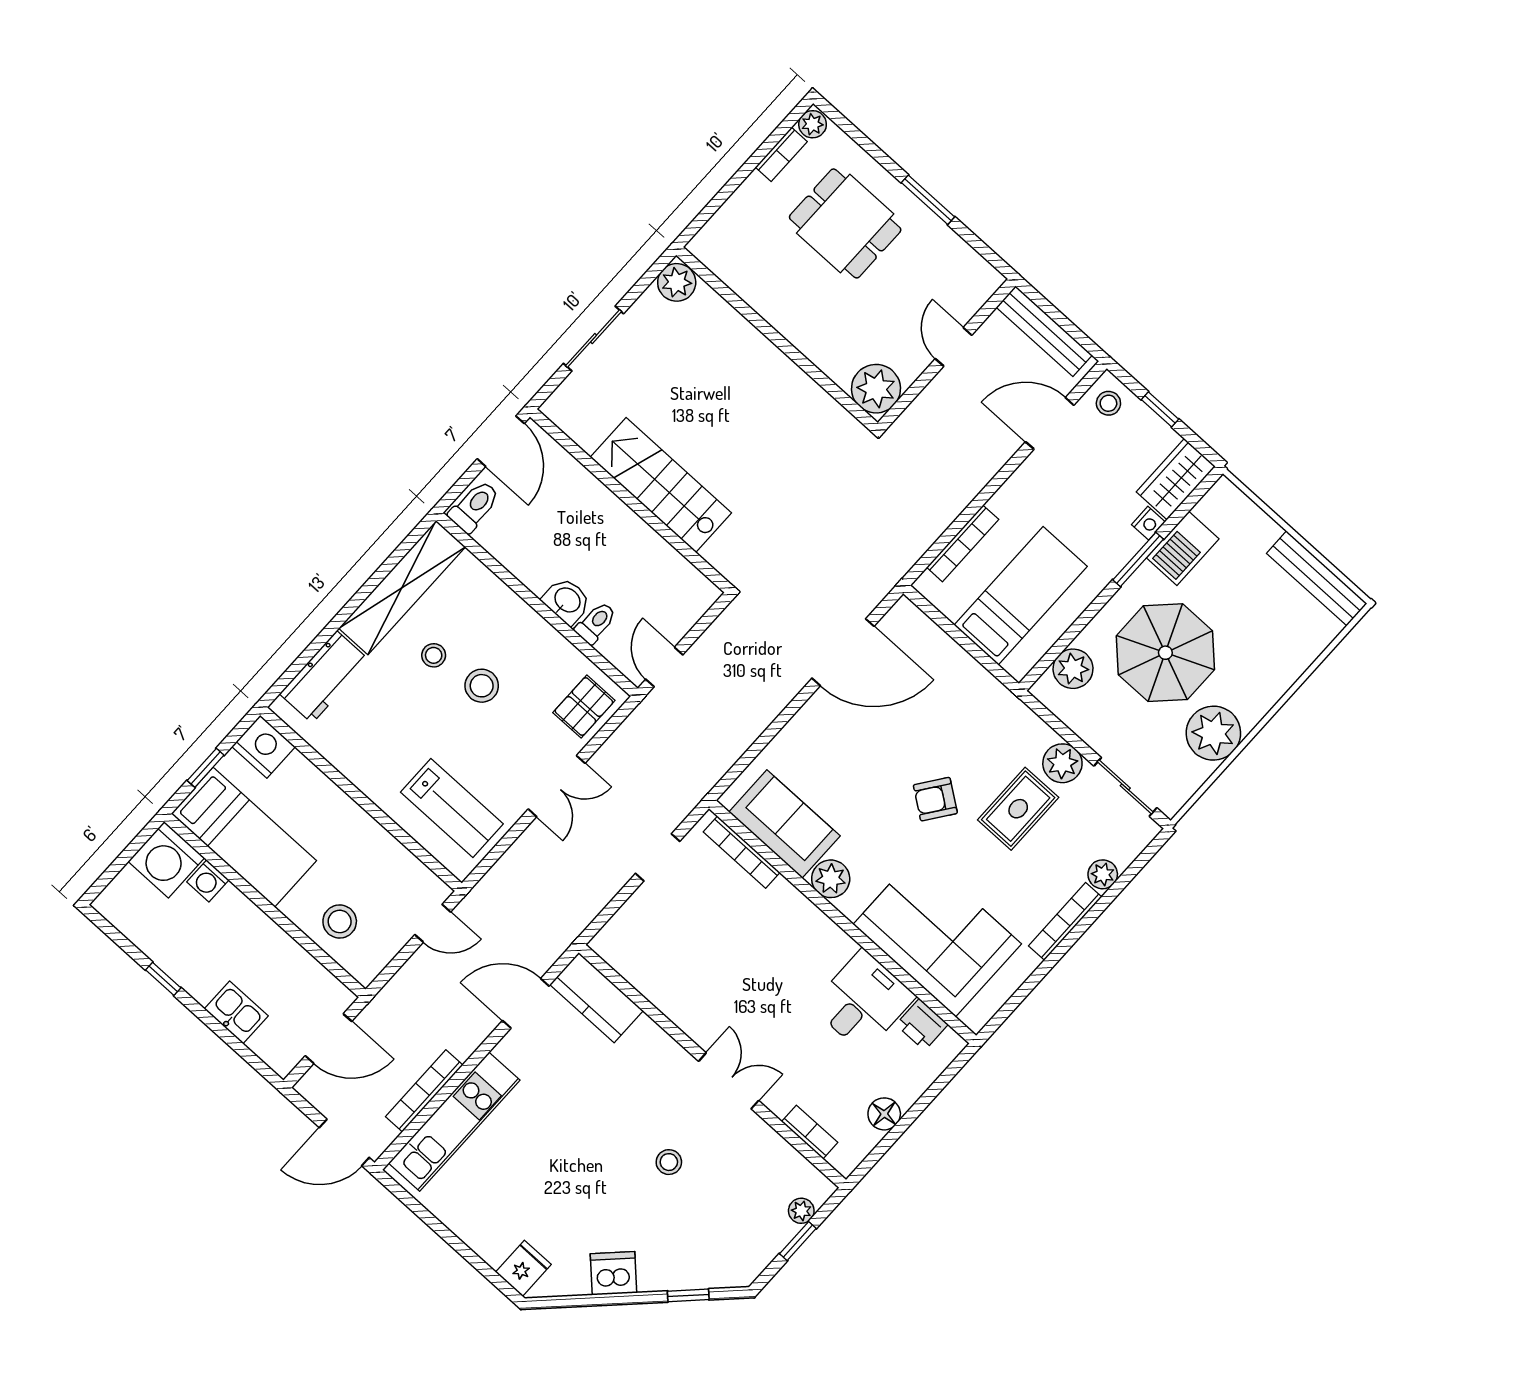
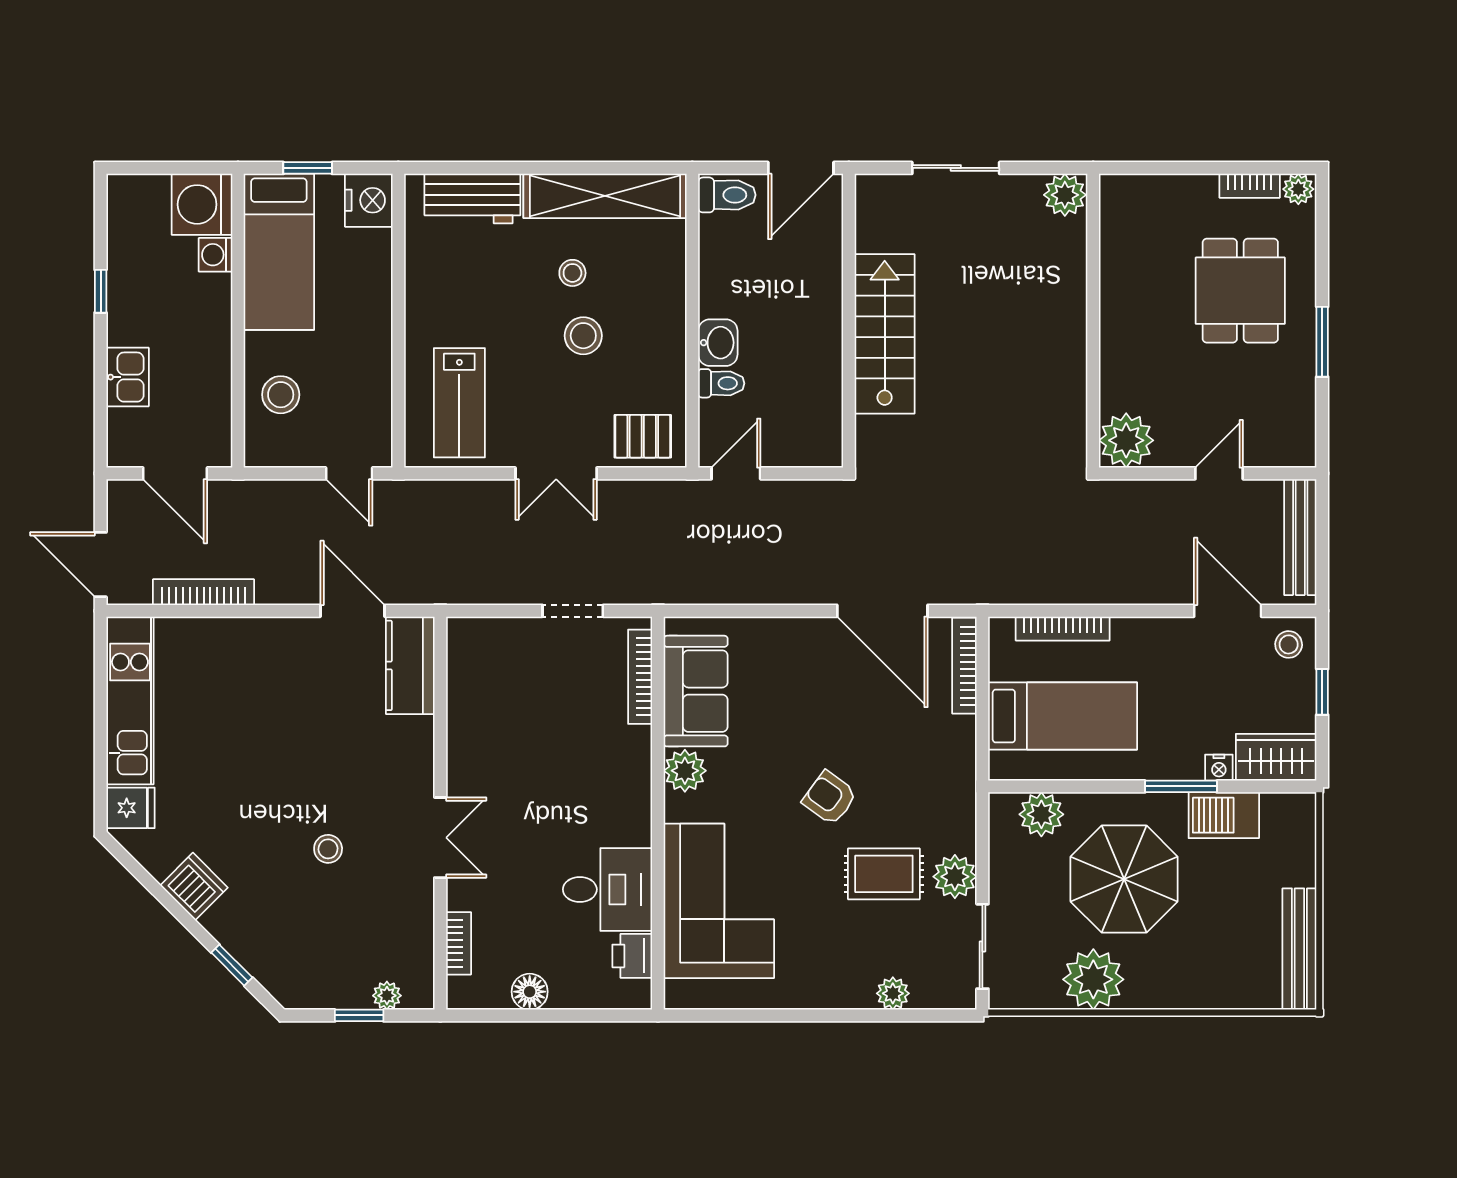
bookcase: (1065, 921) -> (964, 666), moved, turned -90
kitchen unit: (454, 1122) -> (130, 701), moved, turned -90

